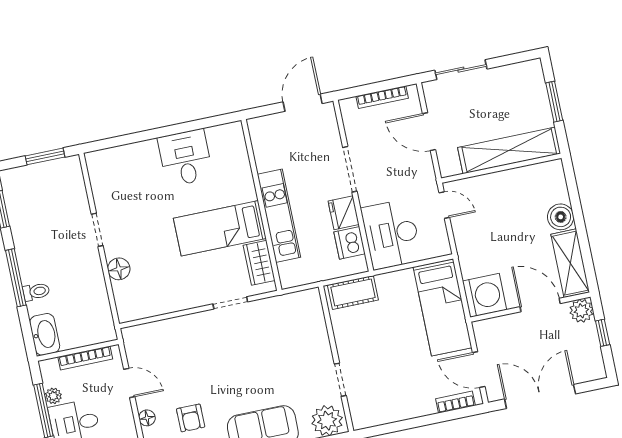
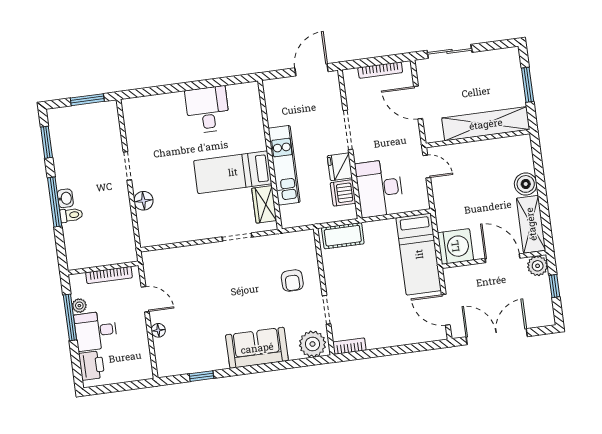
washbasin: (45, 334) -> (65, 198), moved, width x0.52, depth x0.69
bookcase: (455, 402) -> (349, 346), moved
armchair: (191, 418) -> (292, 280), moved

